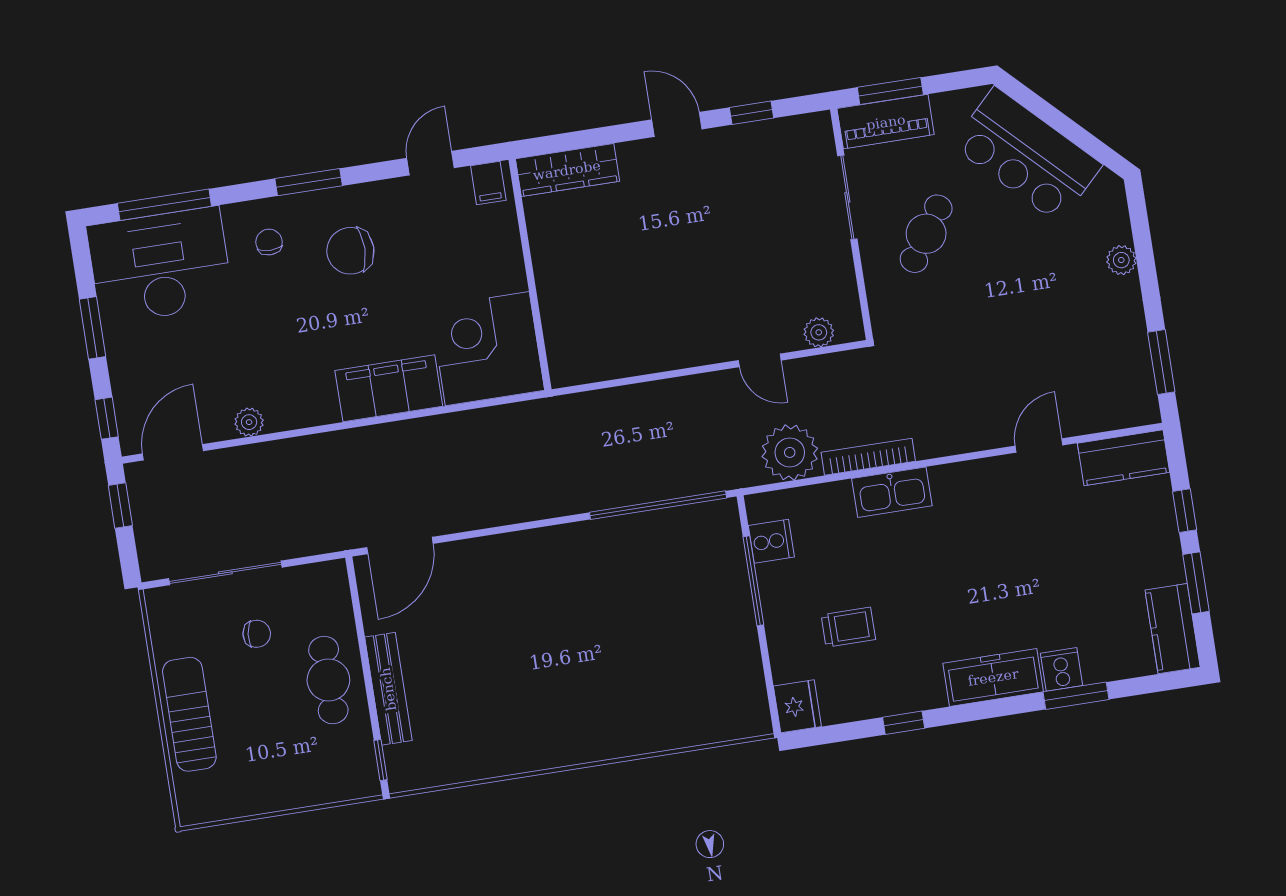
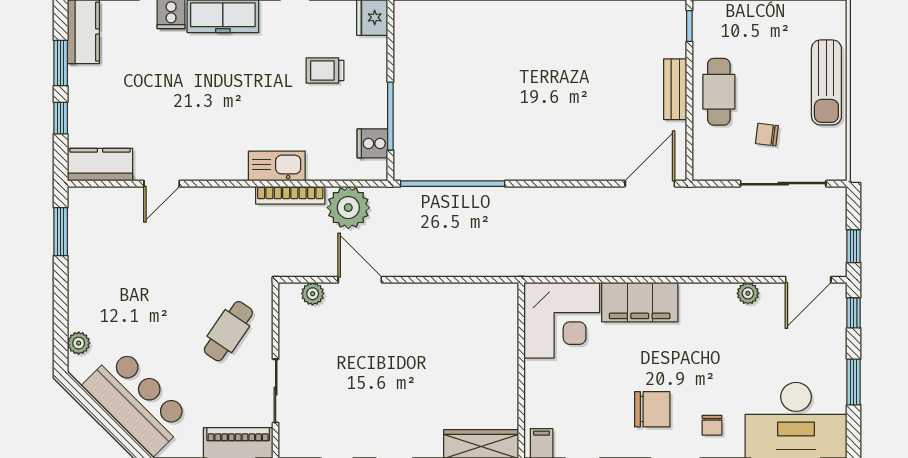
cafe table: (926, 234) -> (228, 331), moved
plant: (1121, 260) -> (79, 343), moved
door: (760, 360) -> (360, 280), width x1.38
bench: (388, 689) -> (675, 89), width x0.73

